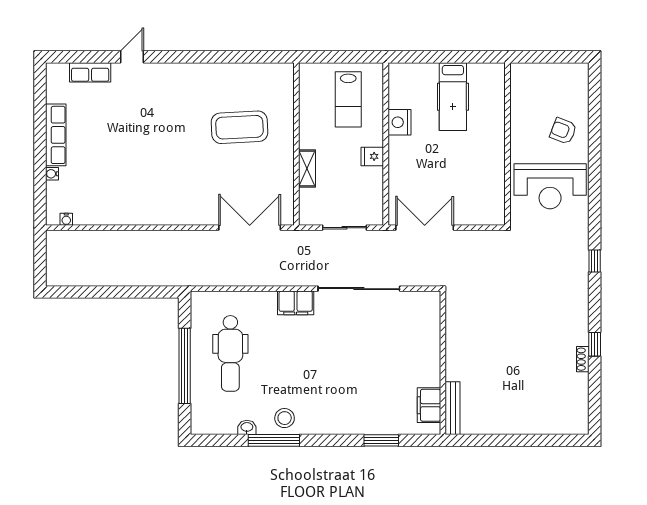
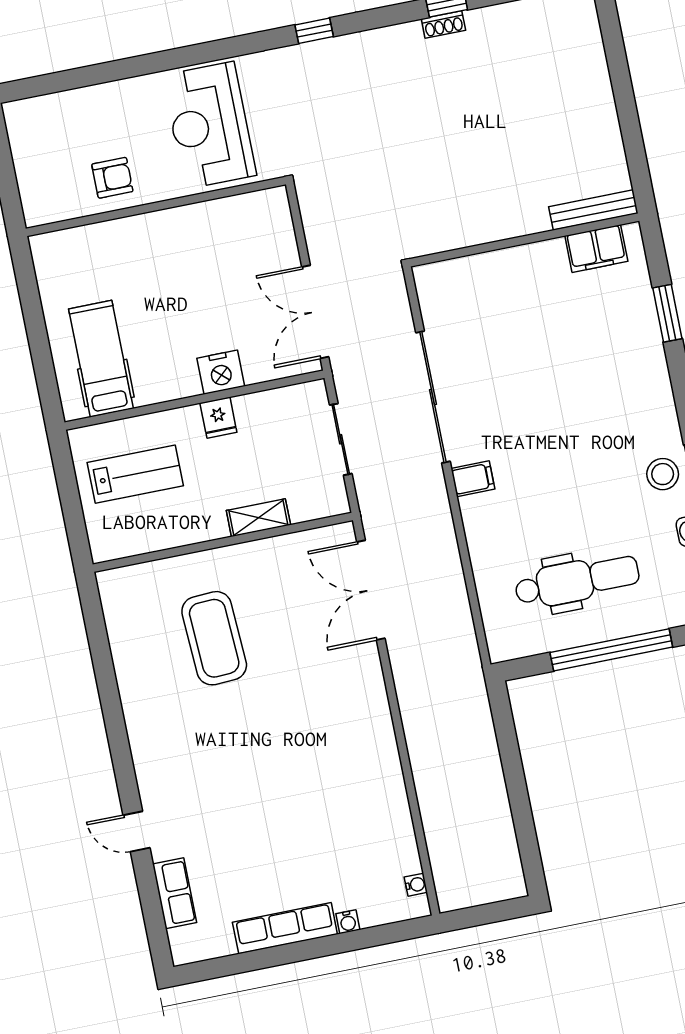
hospital bed: (453, 97) -> (101, 359), moved, turned -90
nightstand: (400, 122) -> (221, 372), moved
armchair: (563, 131) -> (112, 178), moved, turned -111
reception desk: (550, 186) -> (209, 125), turned 180
filing cabinet: (296, 303) -> (473, 479), width x0.50
shoe rack: (583, 359) -> (443, 25), moved

